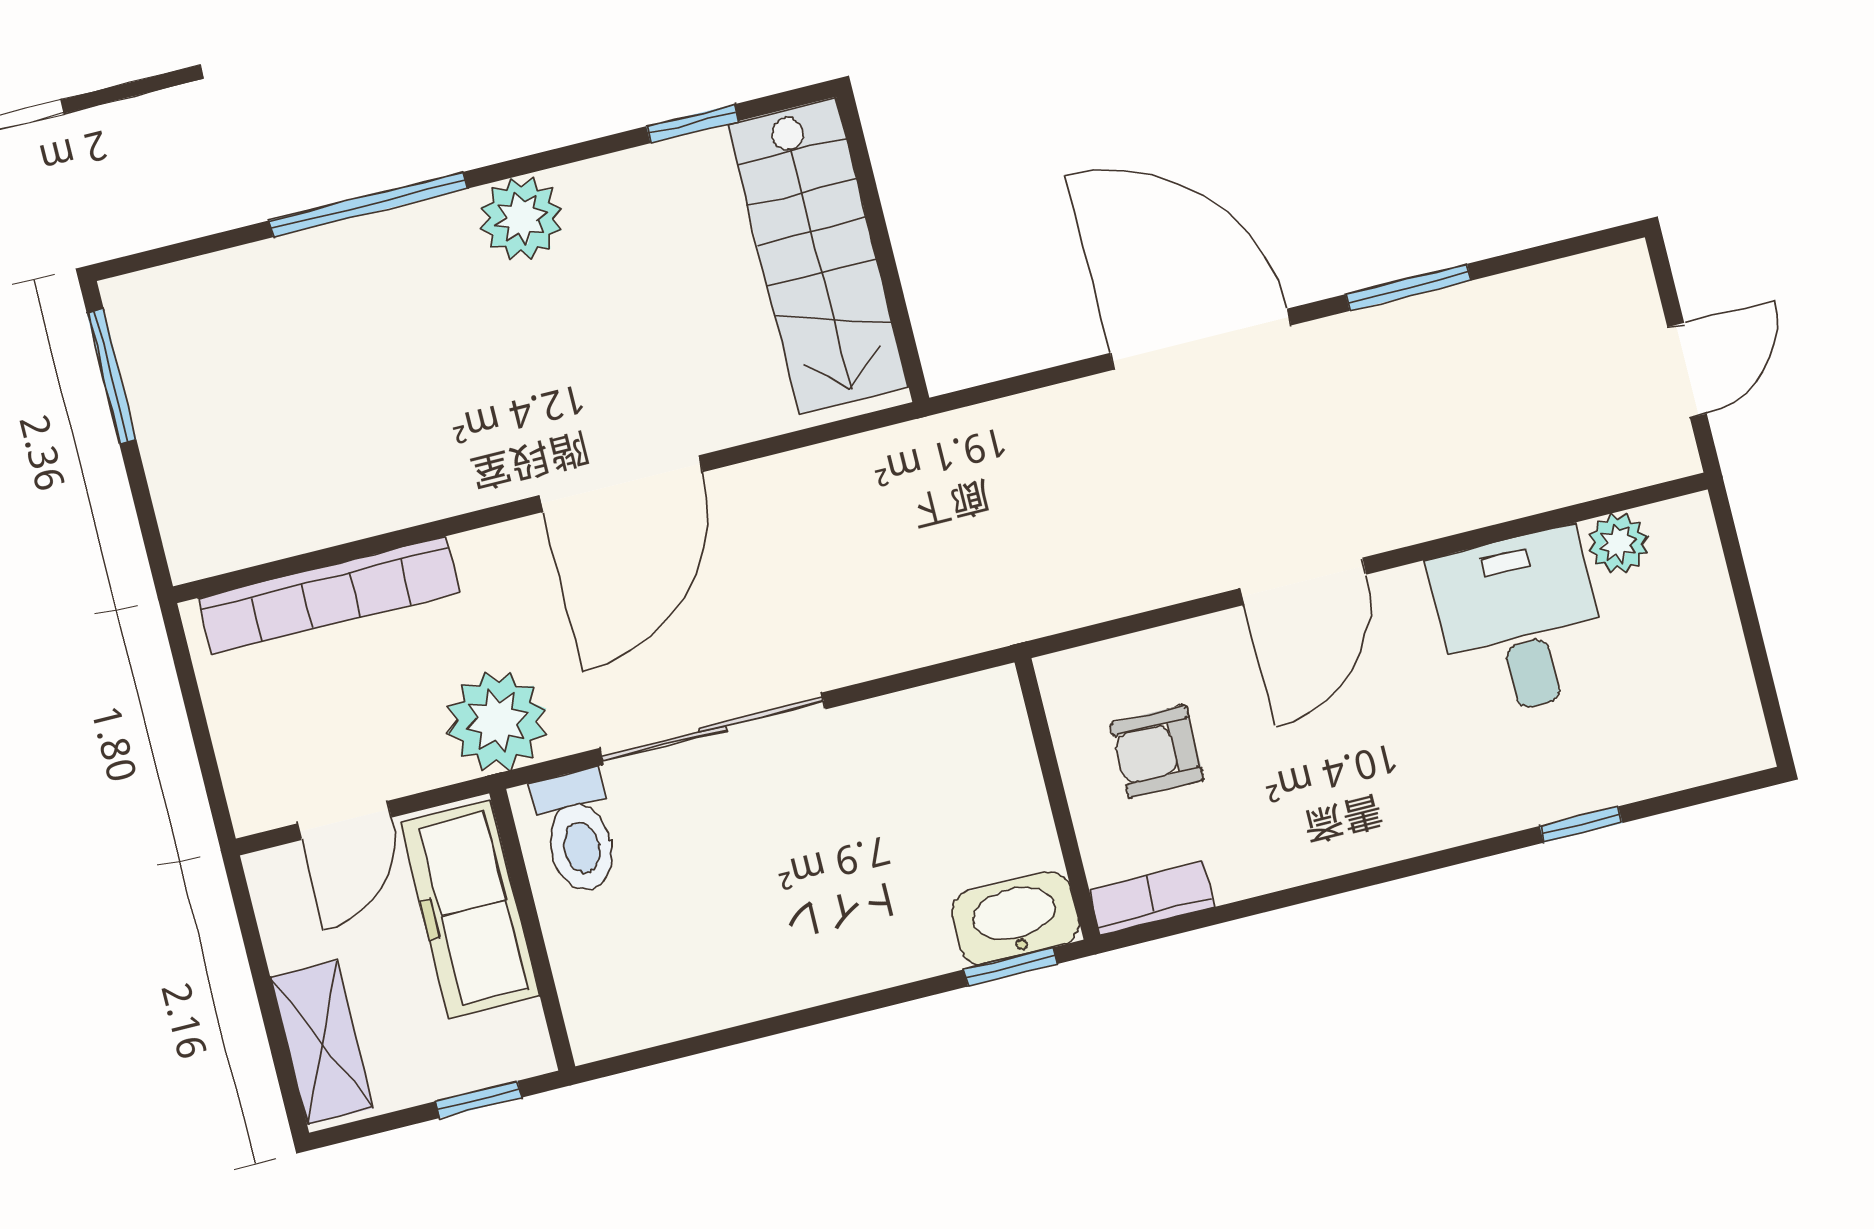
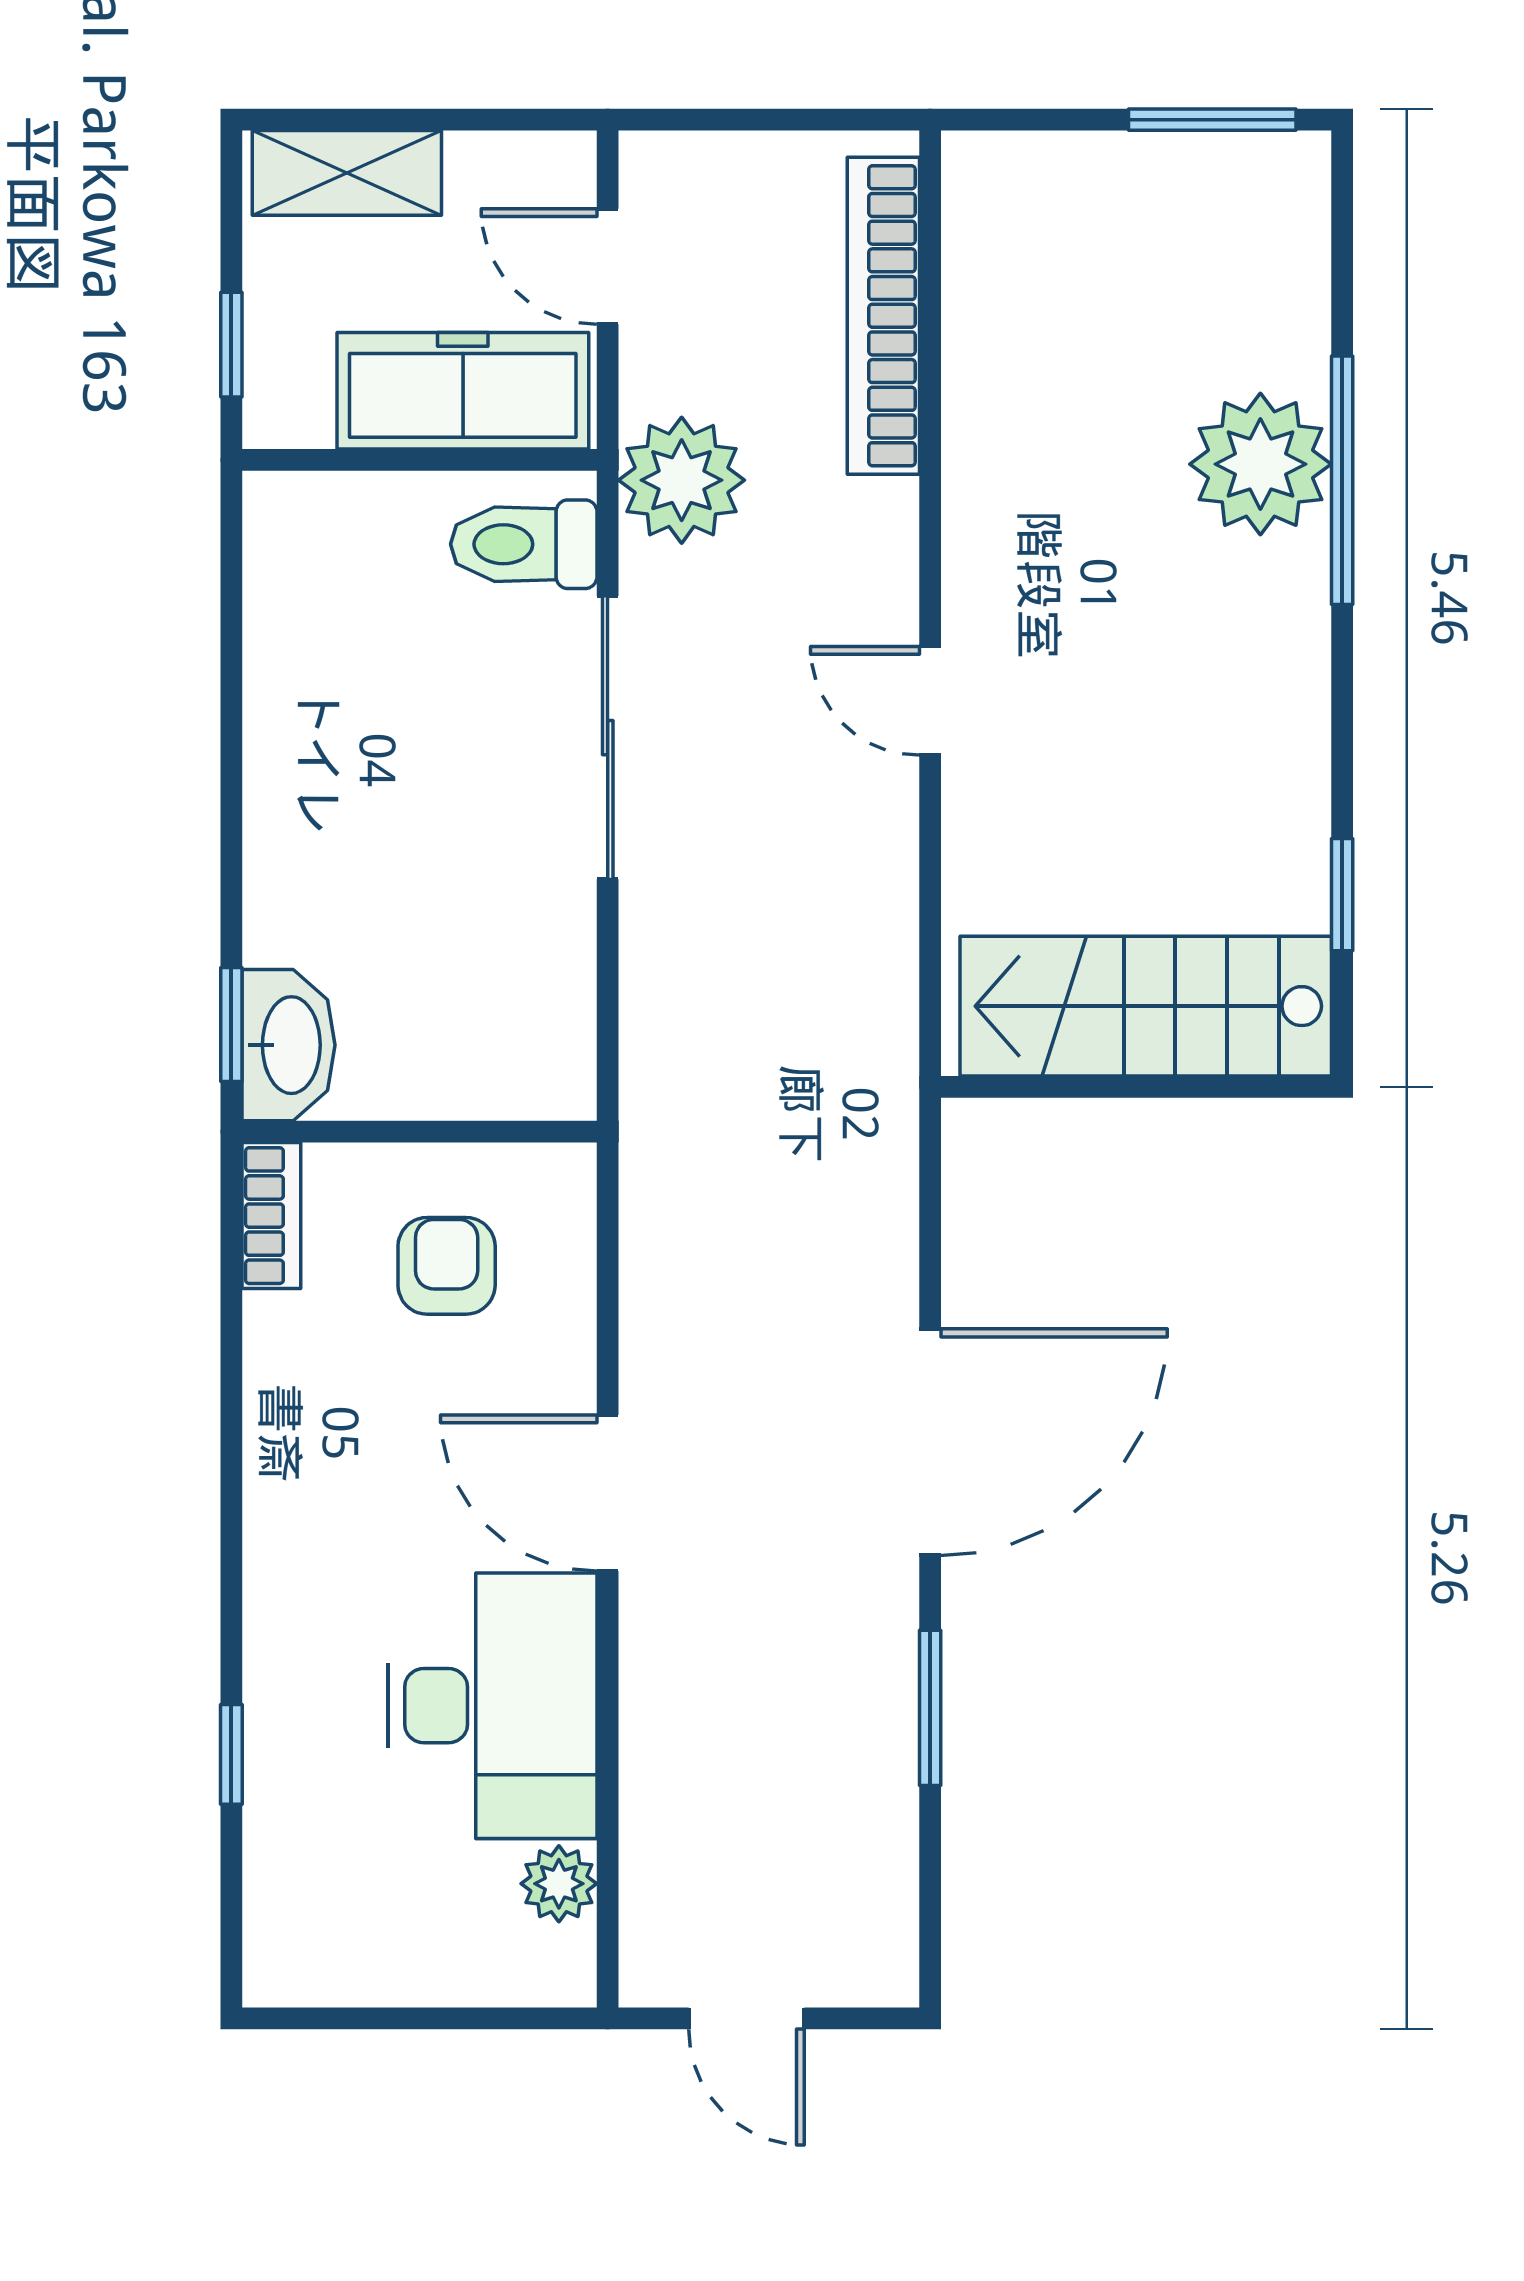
plant: (521, 218) -> (1260, 464), moved, width x1.36, depth x1.36
door: (621, 484) -> (930, 701), width x0.53
desk: (1520, 623) -> (493, 1706), width x1.37

